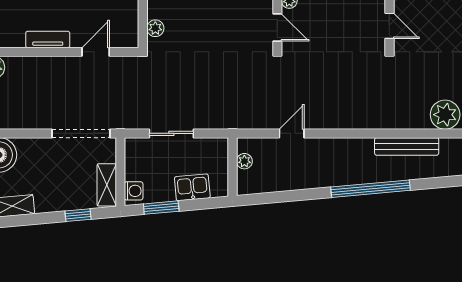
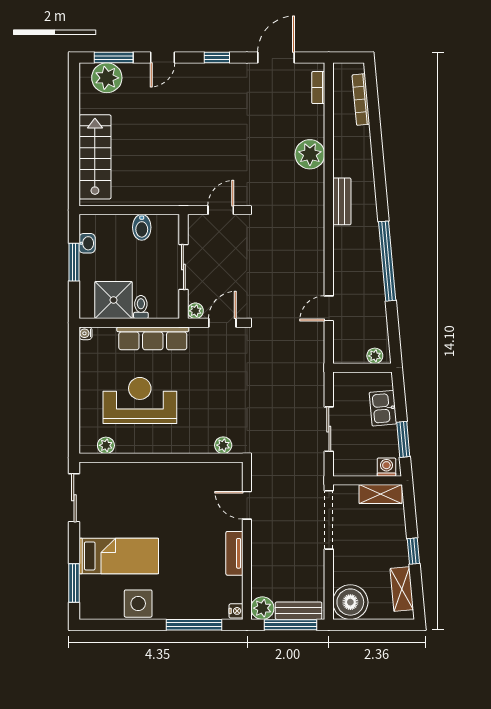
door: (292, 133) -> (329, 308), hinge flipped
bench: (407, 146) -> (342, 201), width x0.73
plant: (244, 161) -> (375, 356), moved
window: (370, 189) -> (387, 261), moved
window: (78, 215) -> (413, 551), moved

